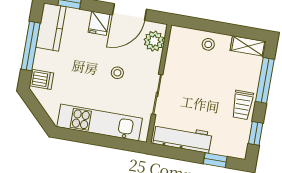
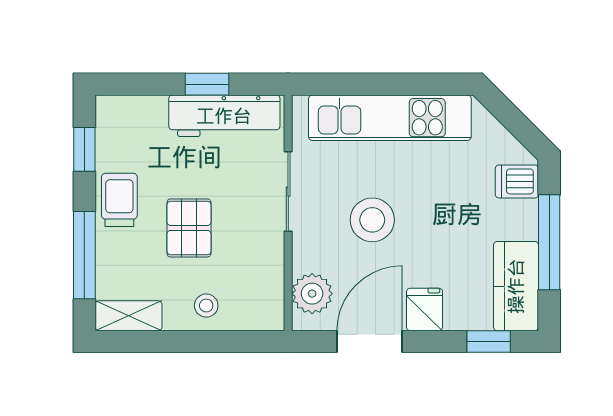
stool: (117, 73) -> (372, 220), width x1.89, depth x1.89
pallet: (210, 85) -> (189, 228), added
window: (215, 160) -> (207, 84), moved

